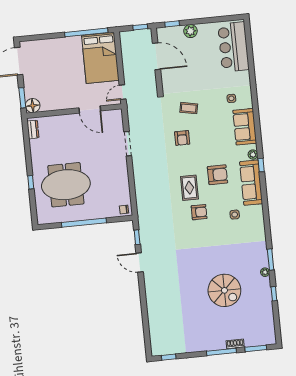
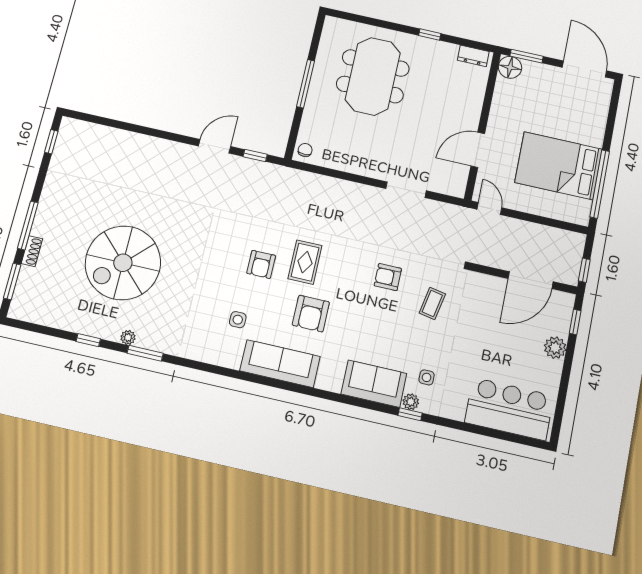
bed: (100, 58) -> (559, 166), moved
plant: (253, 155) -> (411, 402), moved
window: (261, 165) -> (410, 414), moved
window: (31, 182) -> (430, 34), moved
rug: (189, 188) -> (305, 262), turned 90
window: (84, 223) -> (306, 84), width x0.68
spiral stairs: (224, 290) -> (123, 263), width x1.37, depth x1.37

